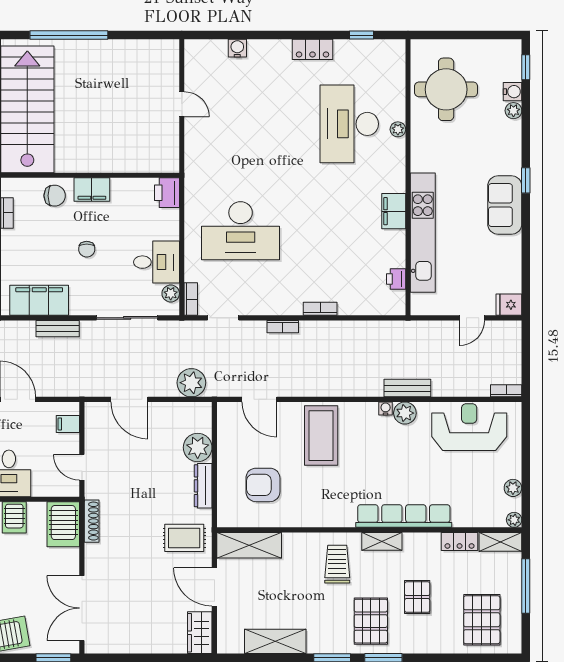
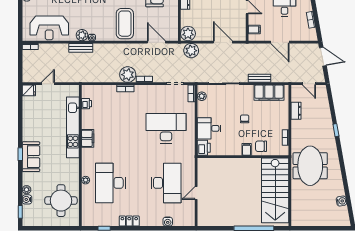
door: (182, 104) -> (196, 193), hinge flipped
desk: (241, 124) -> (166, 183), added
desk: (349, 124) -> (110, 183), turned 180
filing cabinet: (92, 190) -> (247, 149), width x0.50
sofa: (505, 205) -> (31, 157), moved
desk: (157, 262) -> (209, 128), moved
plant: (316, 336) -> (128, 75), added
plant: (198, 447) -> (188, 34), moved

